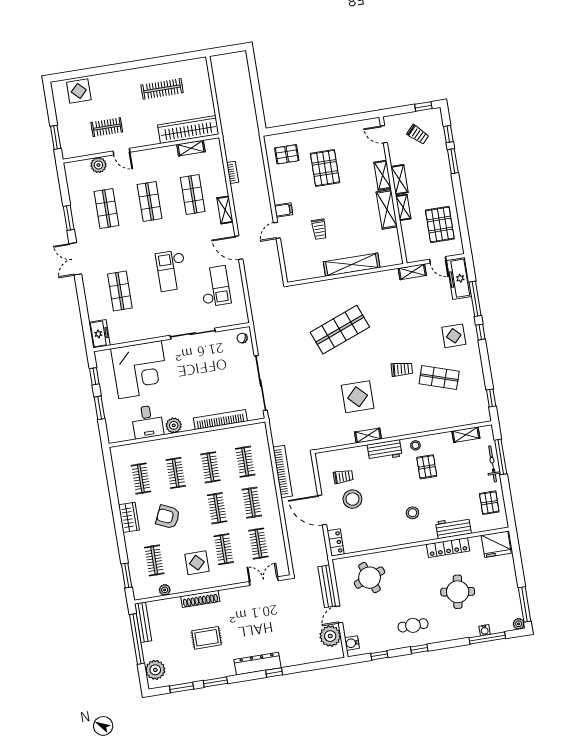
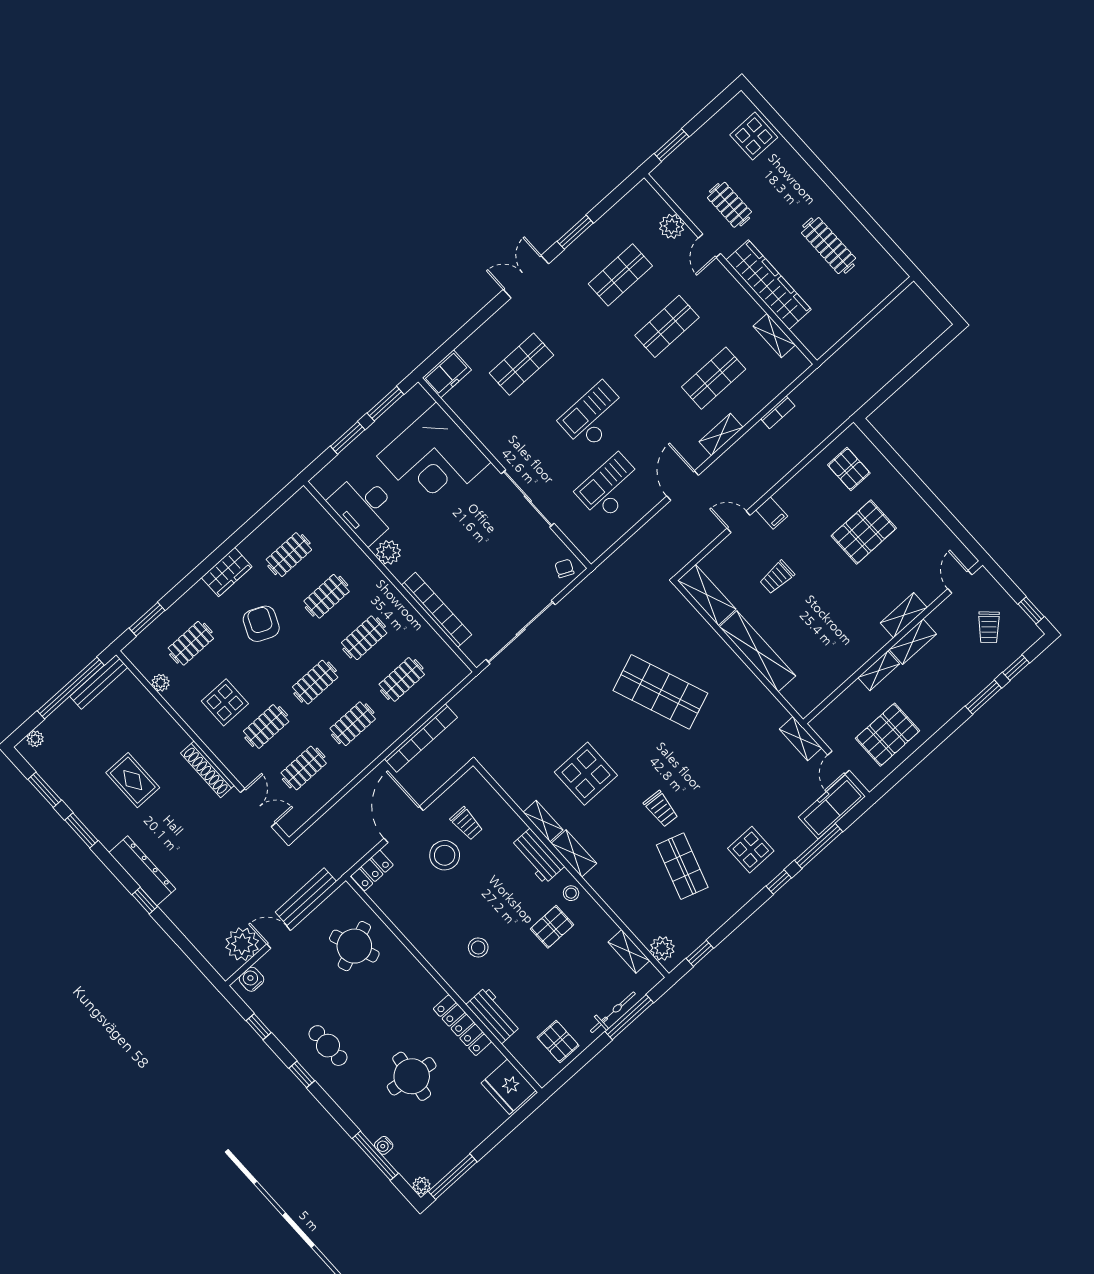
wardrobe: (188, 130) -> (769, 285), moved
shelving: (387, 209) -> (707, 595), moved, turned 90
checkout: (215, 286) -> (610, 487), turned 180
window: (94, 376) -> (385, 404), width x1.50
plant: (476, 416) -> (662, 948), added
desk: (147, 422) -> (365, 508), width x1.37
shelving: (396, 430) -> (574, 853), added
pallet: (489, 503) -> (558, 1041), turned 90
shoe rack: (200, 599) -> (207, 769), moved
plant: (155, 670) -> (35, 739), width x0.53, depth x0.53

